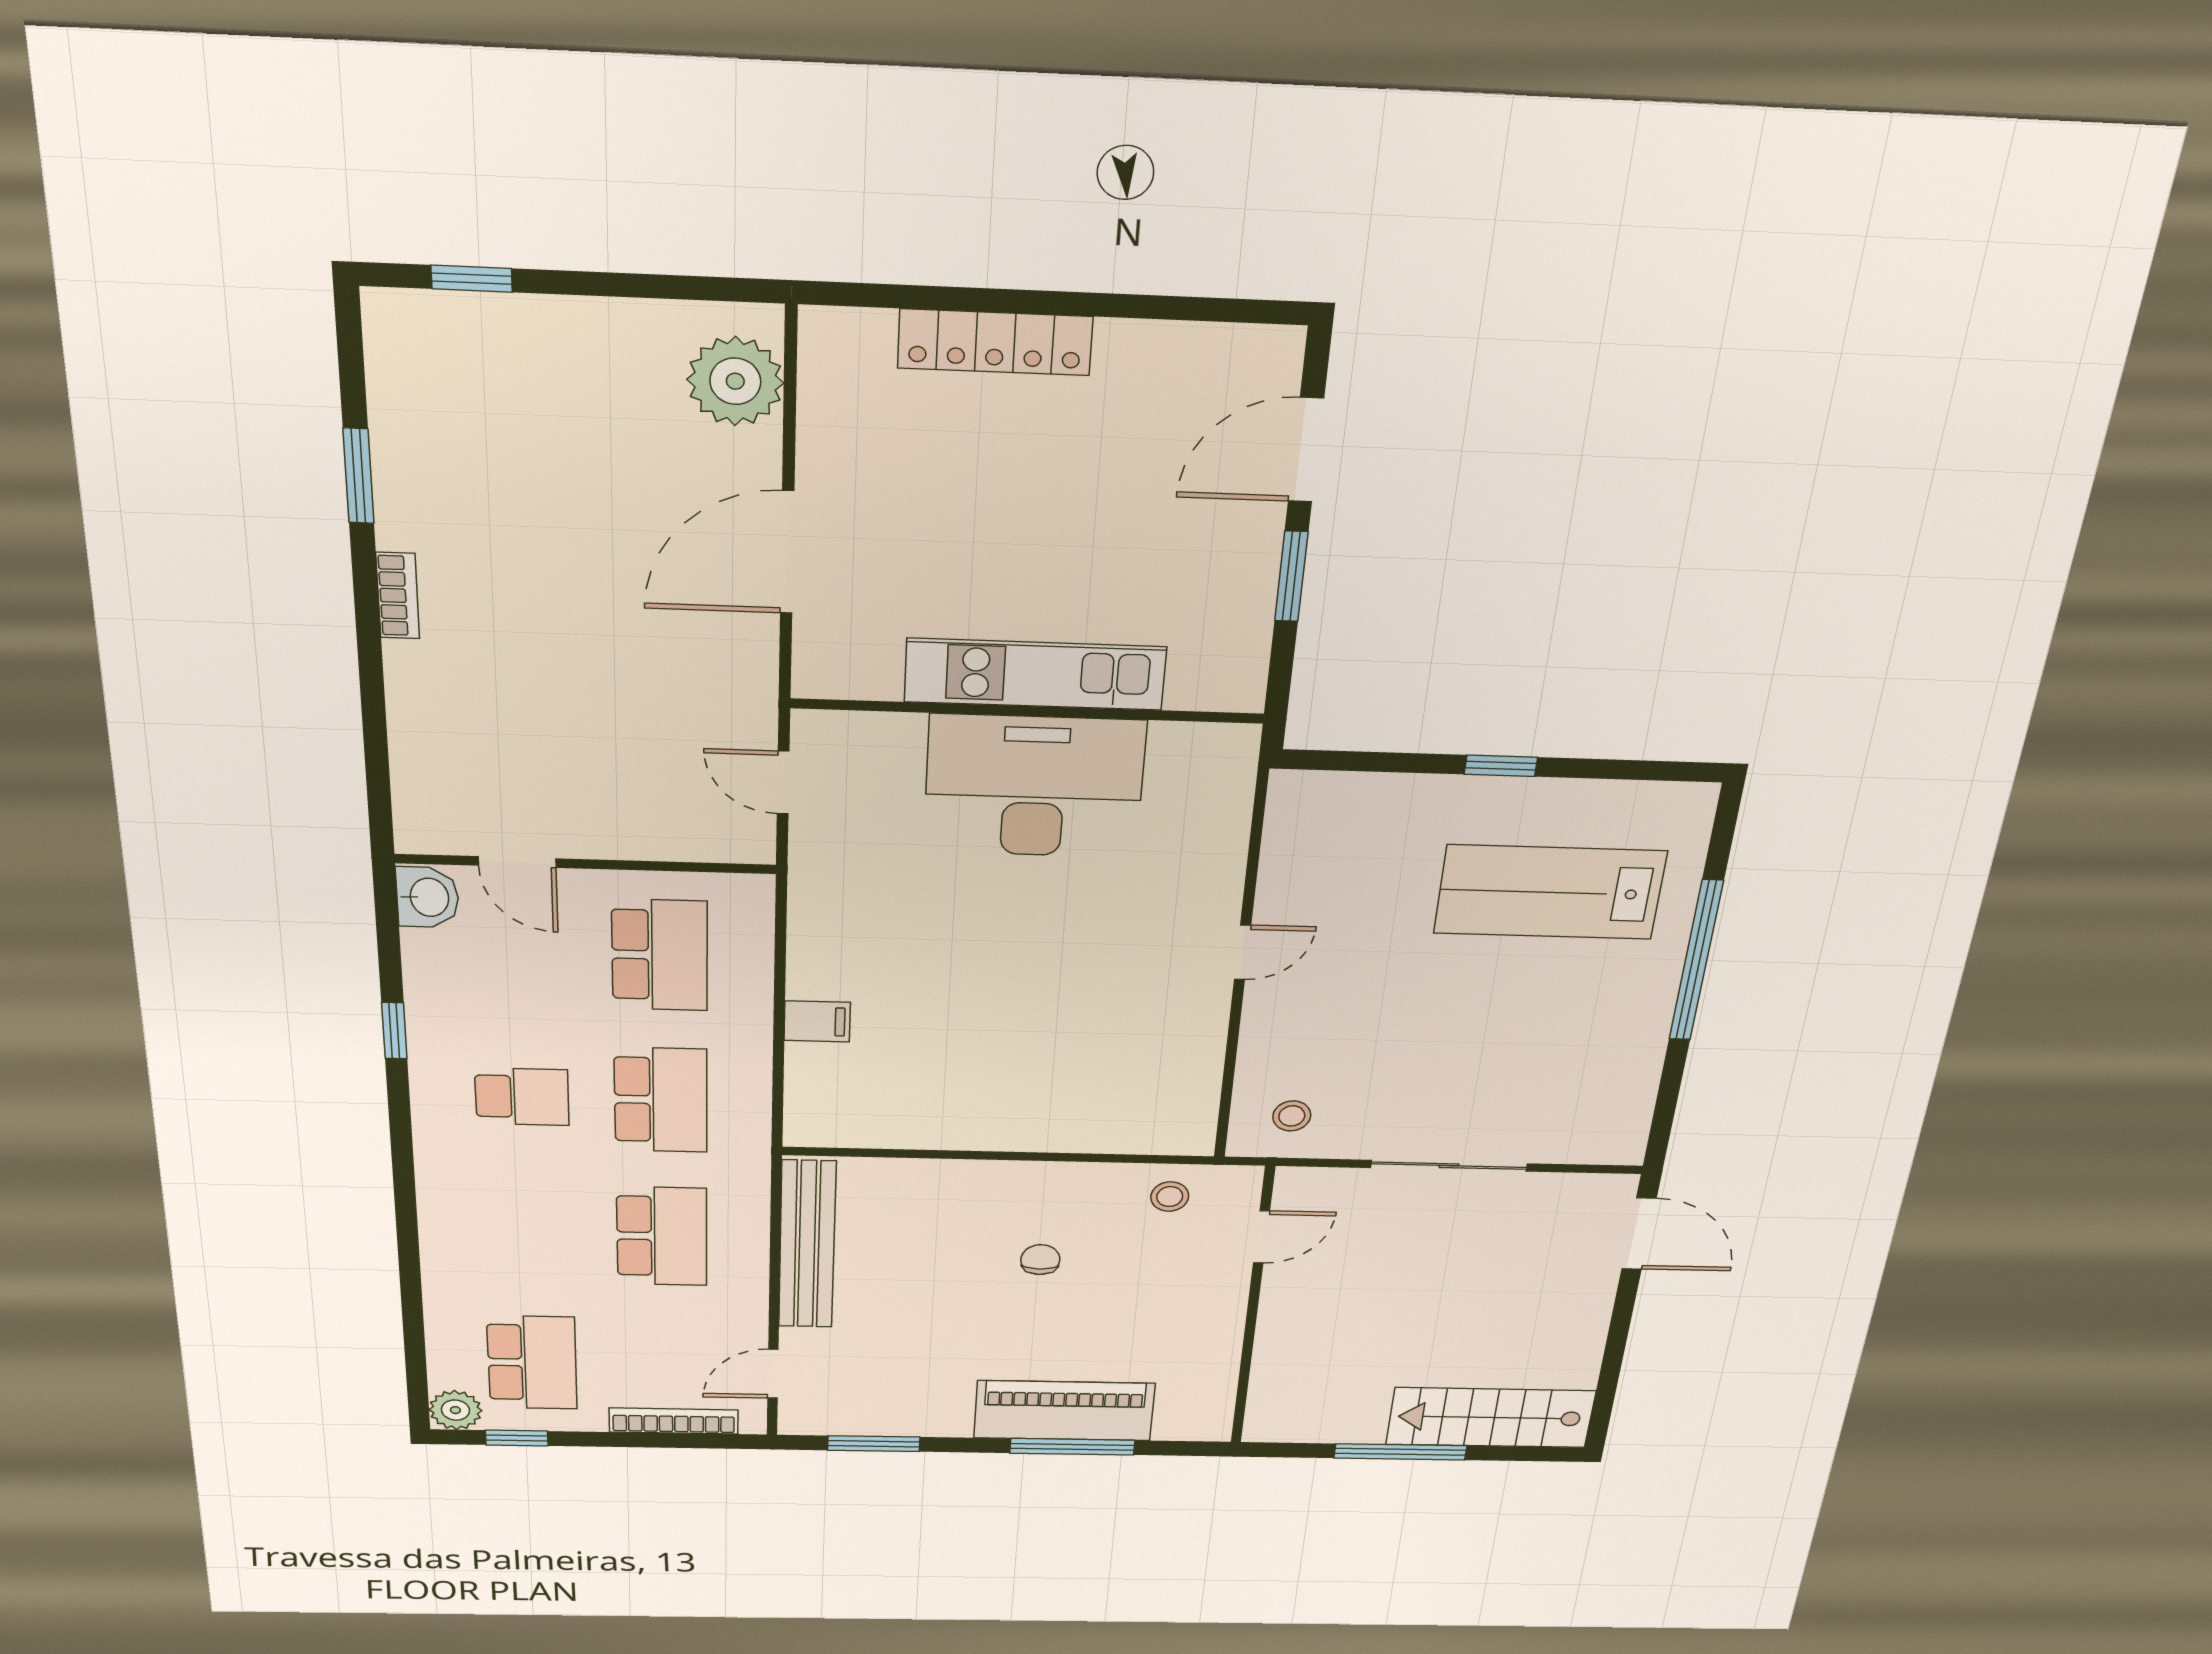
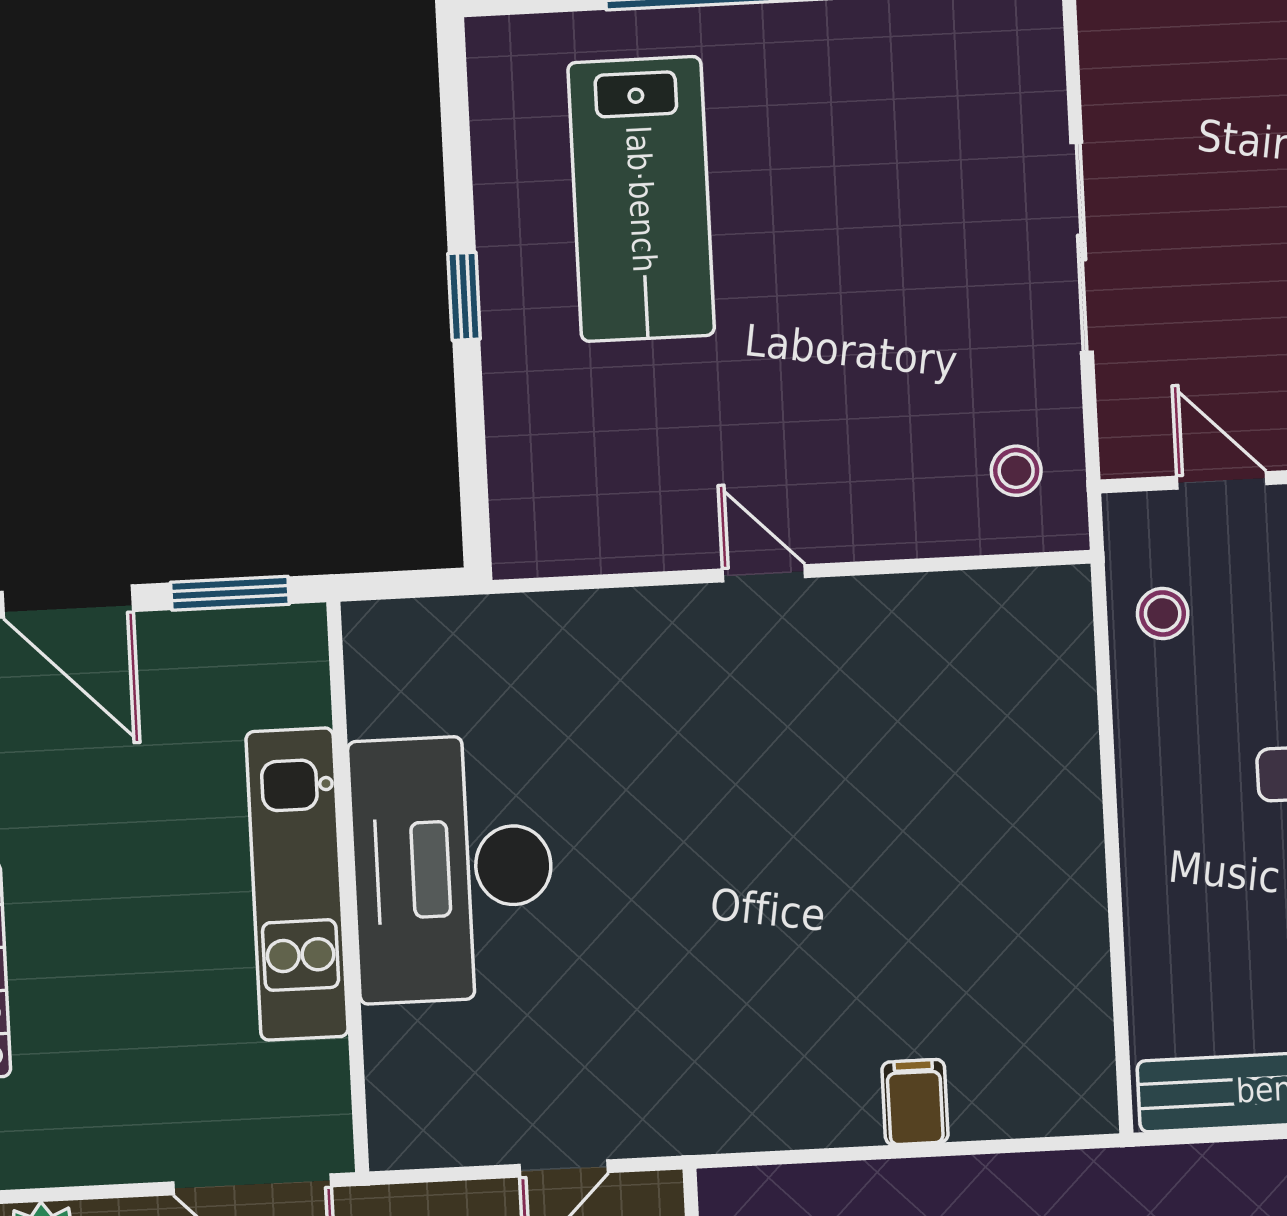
kitchen unit: (1035, 674) -> (297, 884), moved
wall: (1028, 711) -> (348, 887), moved
desk: (1034, 786) -> (452, 868), moved

